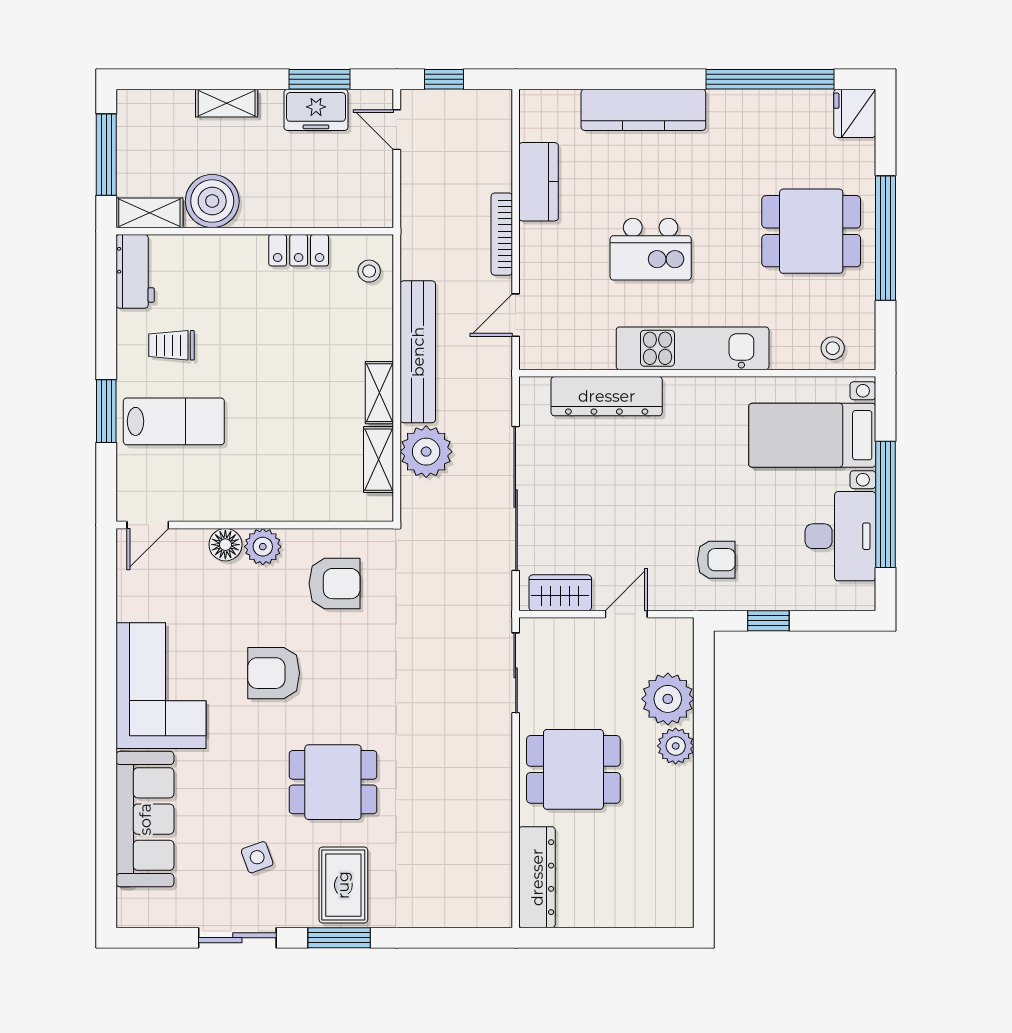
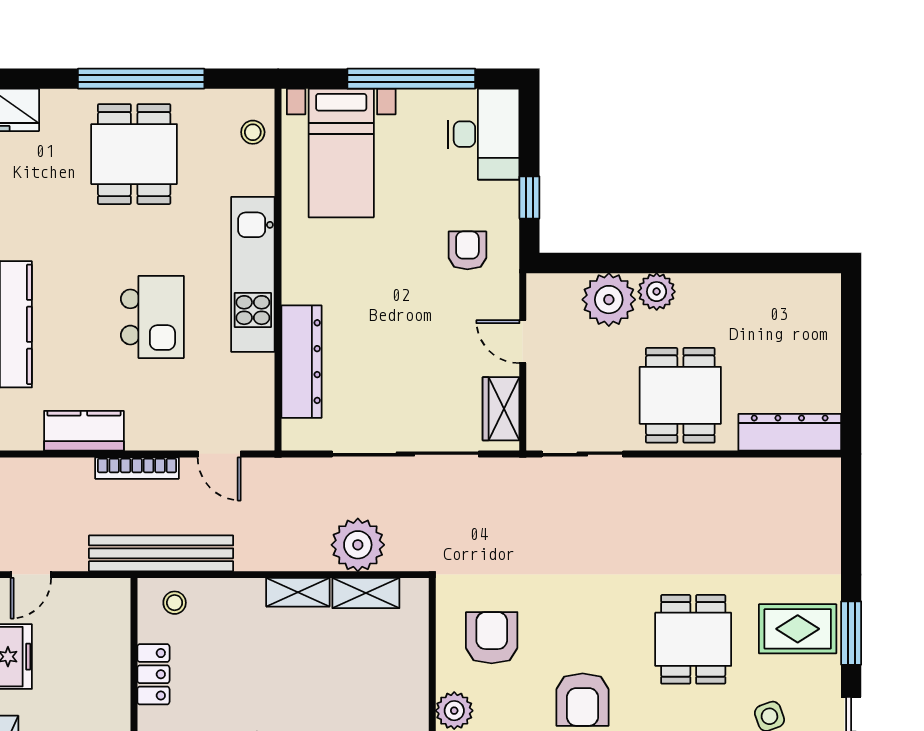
bench: (418, 352) -> (161, 553), moved
desk: (840, 536) -> (484, 134), moved, turned 90

